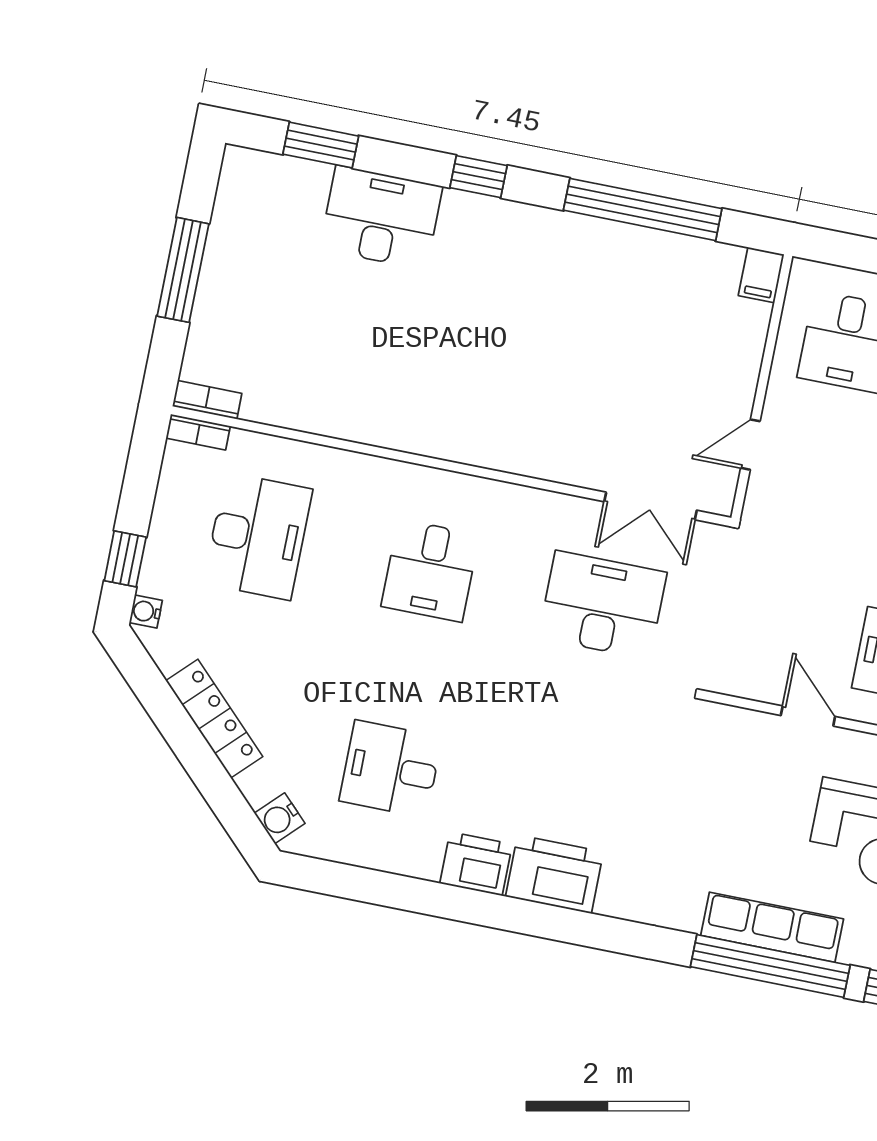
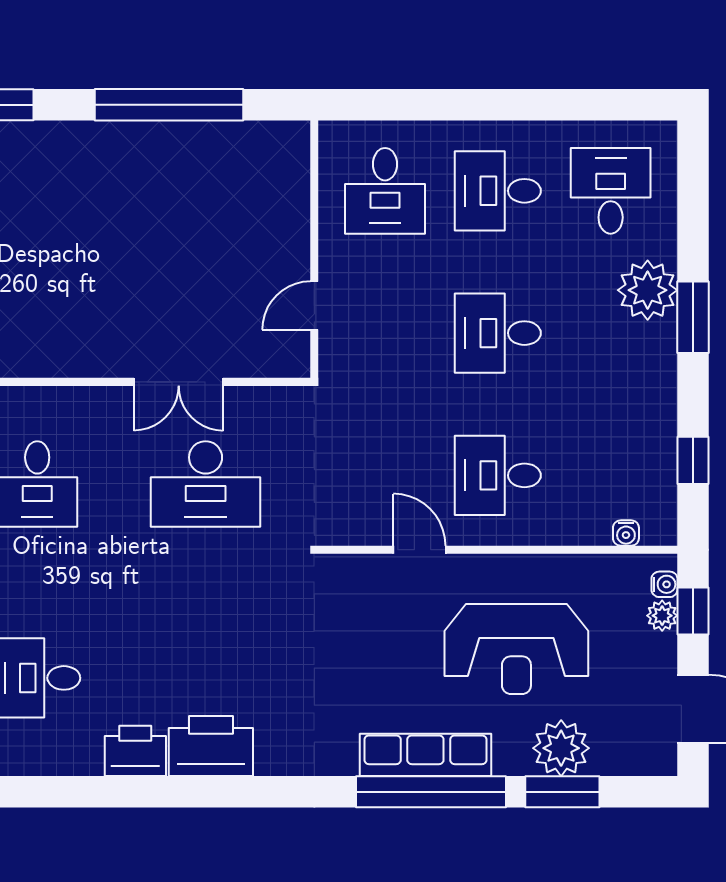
filing cabinet: (761, 275) -> (293, 144), removed
double door: (650, 506) -> (179, 382), moved
desk: (603, 605) -> (206, 484), turned 180

